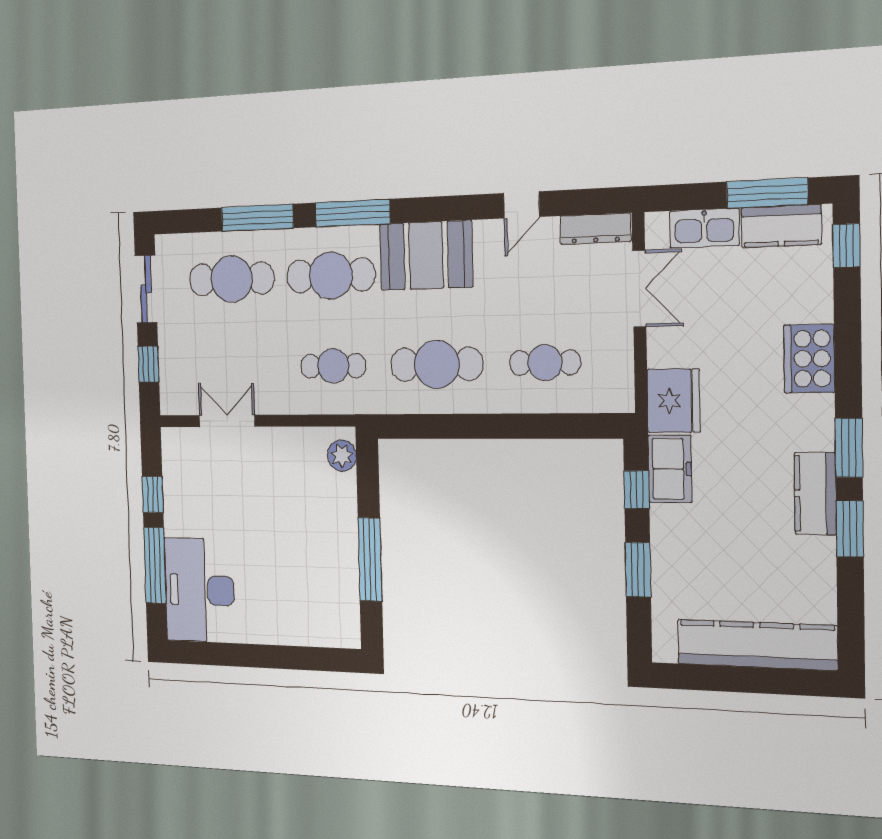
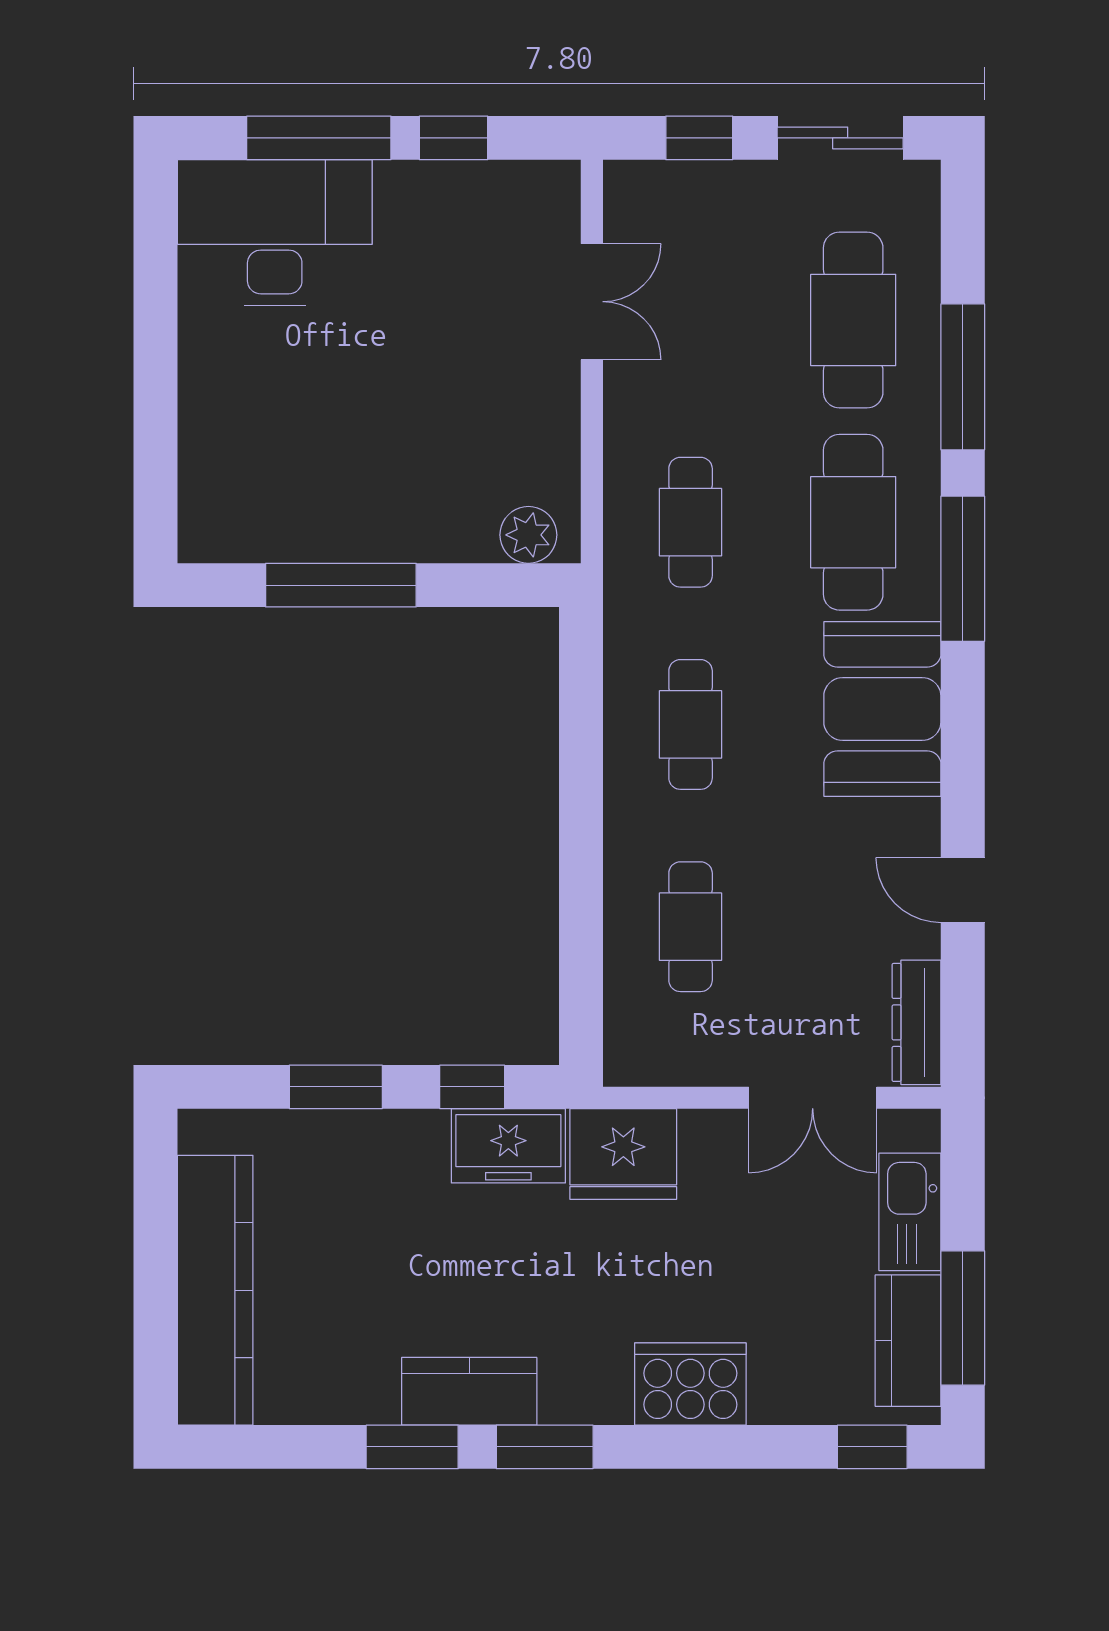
cafe table: (437, 364) -> (691, 724), width x0.73, depth x0.74

